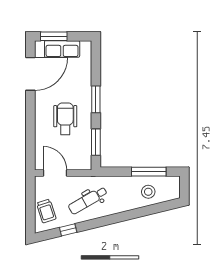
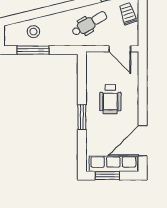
window: (54, 36) -> (107, 176), moved
row of seats: (62, 49) -> (113, 164), width x1.48
window: (96, 142) -> (82, 77), removed

